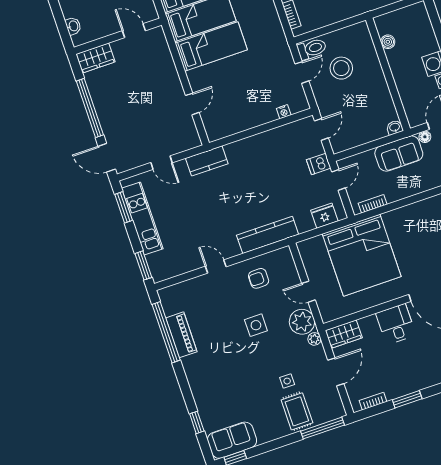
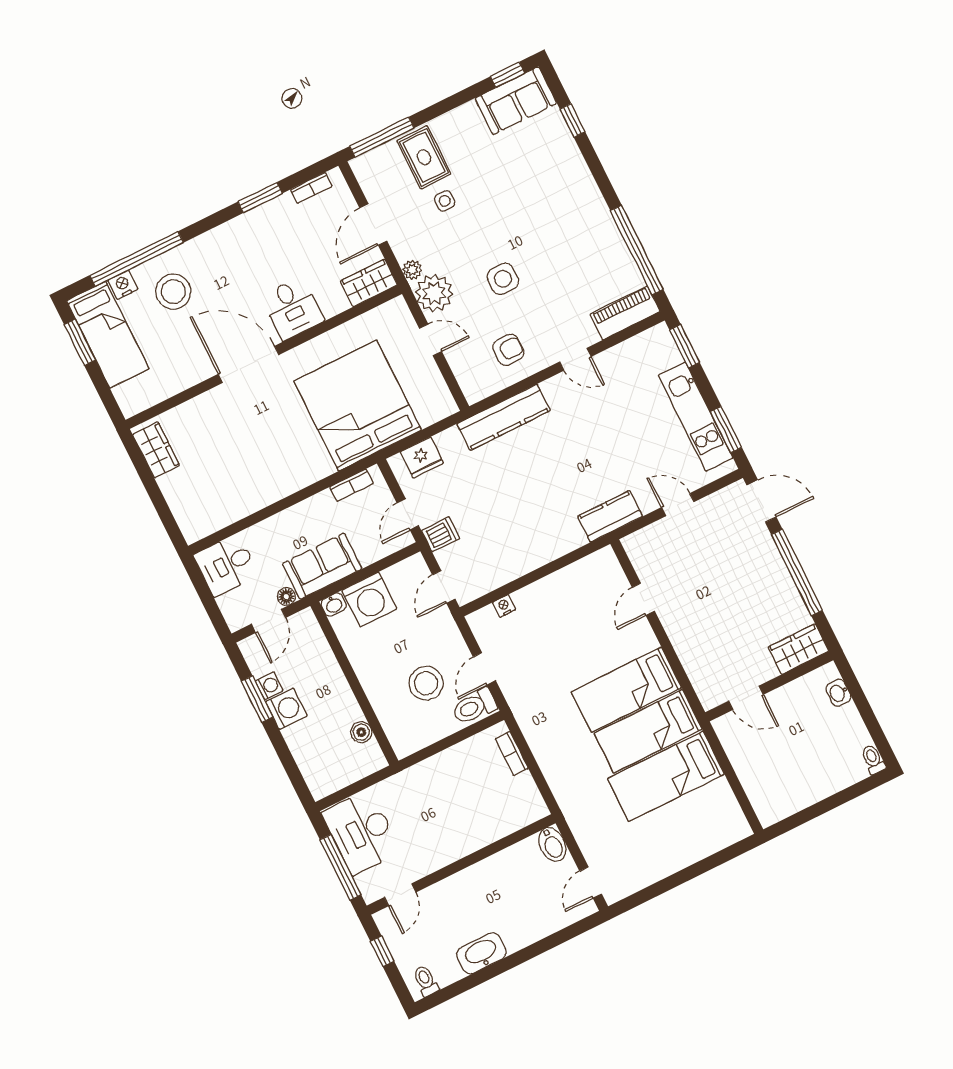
washing machine: (371, 128) -> (369, 600), added
piano: (181, 335) -> (625, 313), moved, turned 90

